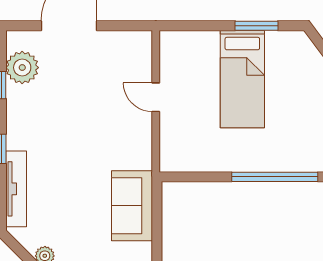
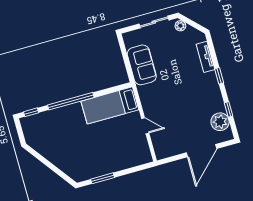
bed: (242, 79) -> (110, 105), moved, turned -90
tv unit: (16, 189) -> (205, 57), width x0.71

